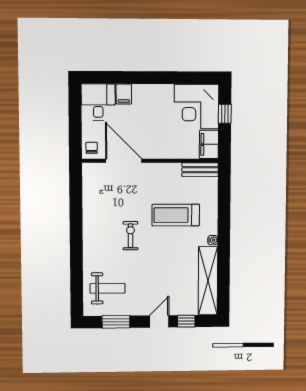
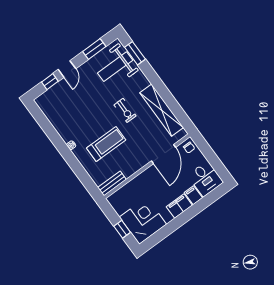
filing cabinet: (209, 144) -> (179, 206), moved, turned -90
door: (124, 161) -> (163, 154), hinge flipped
shelving: (208, 281) -> (162, 110), moved
window: (77, 287) -> (135, 53), added
weight bench: (108, 288) -> (115, 67), width x1.36, depth x1.33

